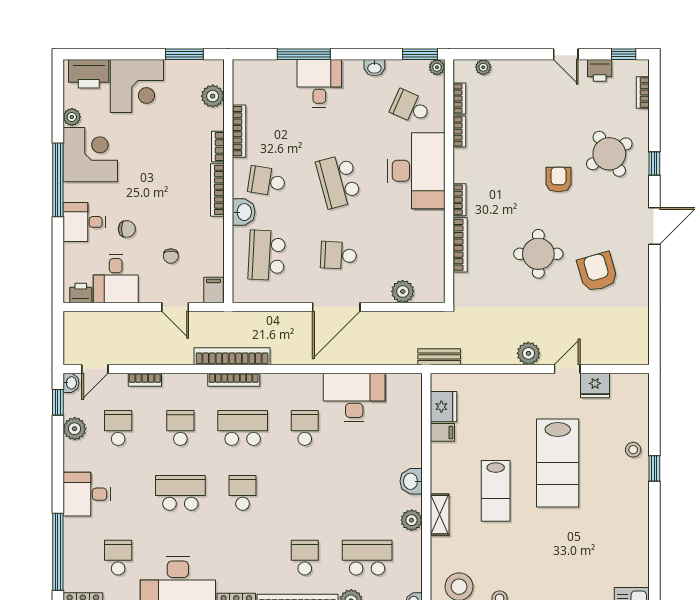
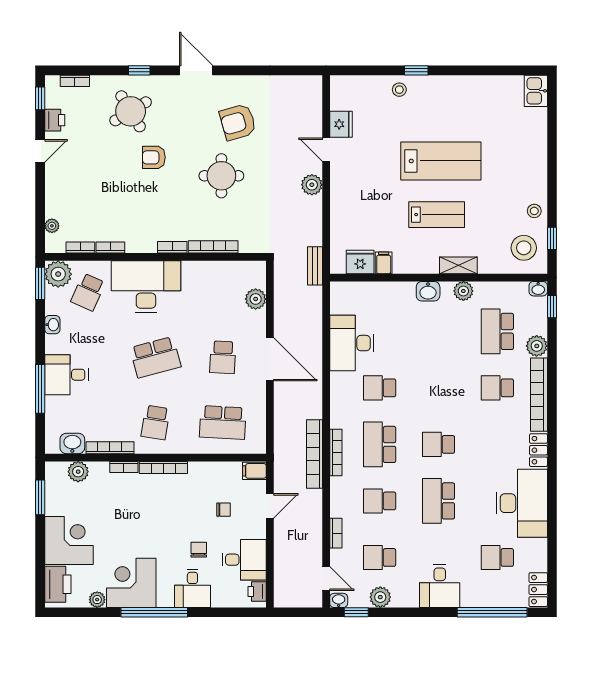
plant: (437, 67) -> (58, 274), width x1.87, depth x1.87
washbasin: (244, 212) -> (72, 443), moved
lab bench: (558, 463) -> (441, 161), moved

